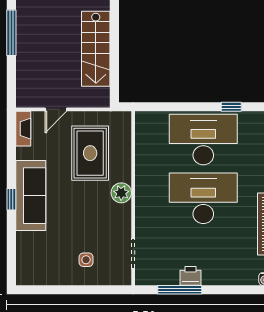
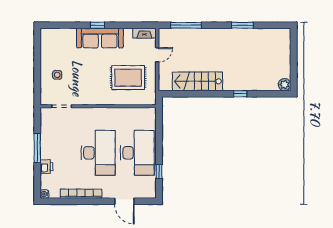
window: (11, 33) -> (186, 25), moved
door: (56, 109) -> (157, 55), swing flipped
plant: (121, 193) -> (102, 98), removed
printer: (190, 276) -> (47, 167), moved
window: (180, 290) -> (37, 148), moved

